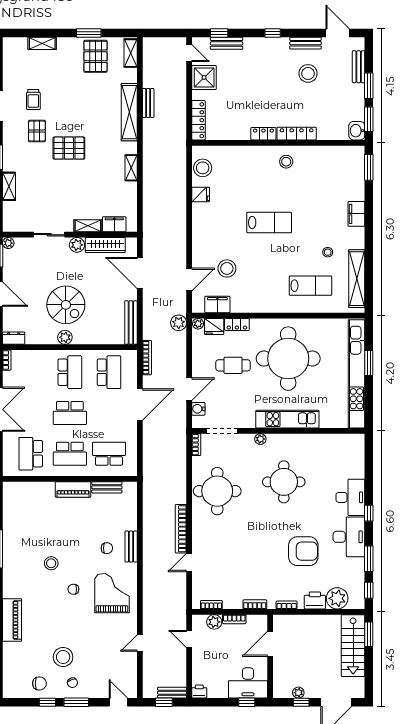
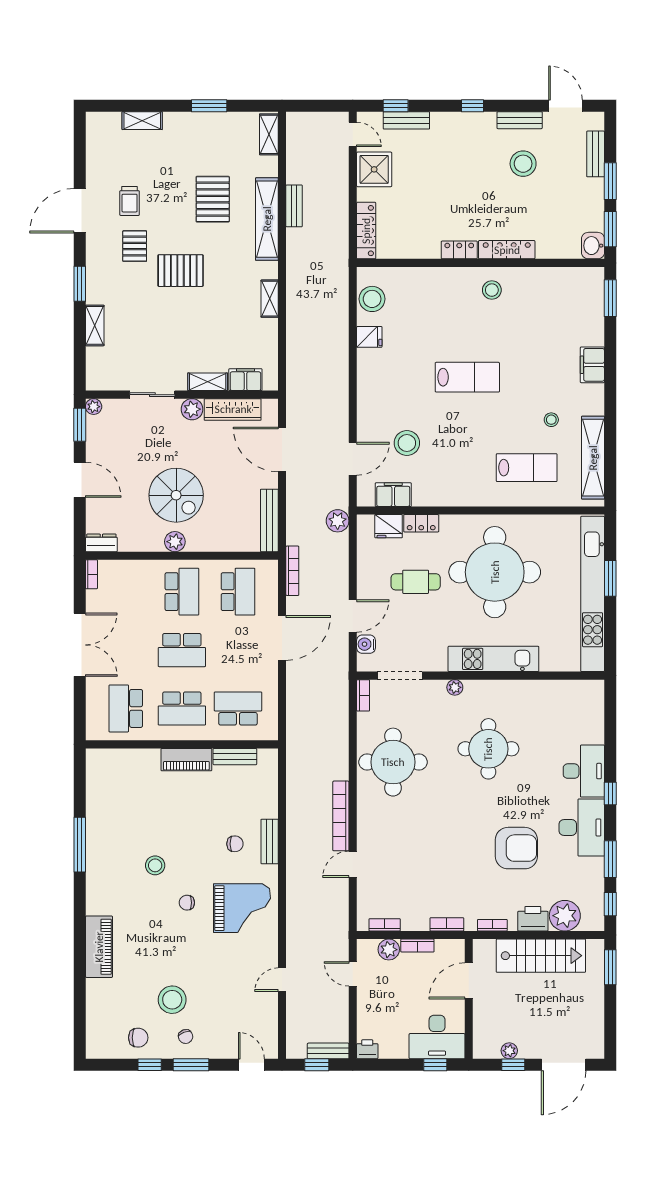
pallet: (95, 56) -> (213, 199), moved
plant: (198, 324) -> (366, 522), removed
grand piano: (112, 593) -> (242, 908), turned 90
stairs: (353, 646) -> (541, 956), moved, turned -90

